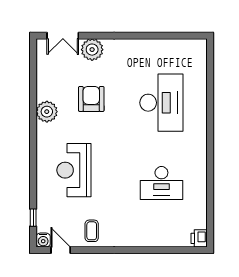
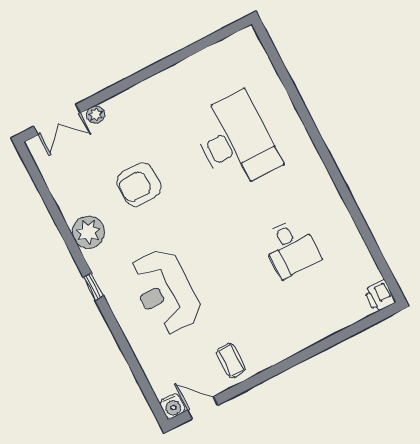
plant: (92, 50) -> (96, 115), width x0.53, depth x0.53
armchair: (91, 99) -> (139, 185), turned -90
desk: (161, 183) -> (291, 248), width x0.73
window: (33, 218) -> (93, 287), moved

